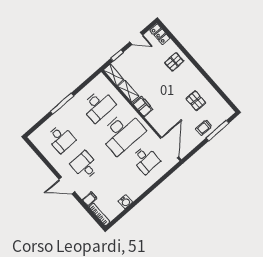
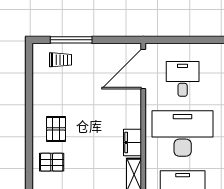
pallet: (196, 101) -> (56, 129), moved
trolley: (204, 127) -> (60, 60), moved

